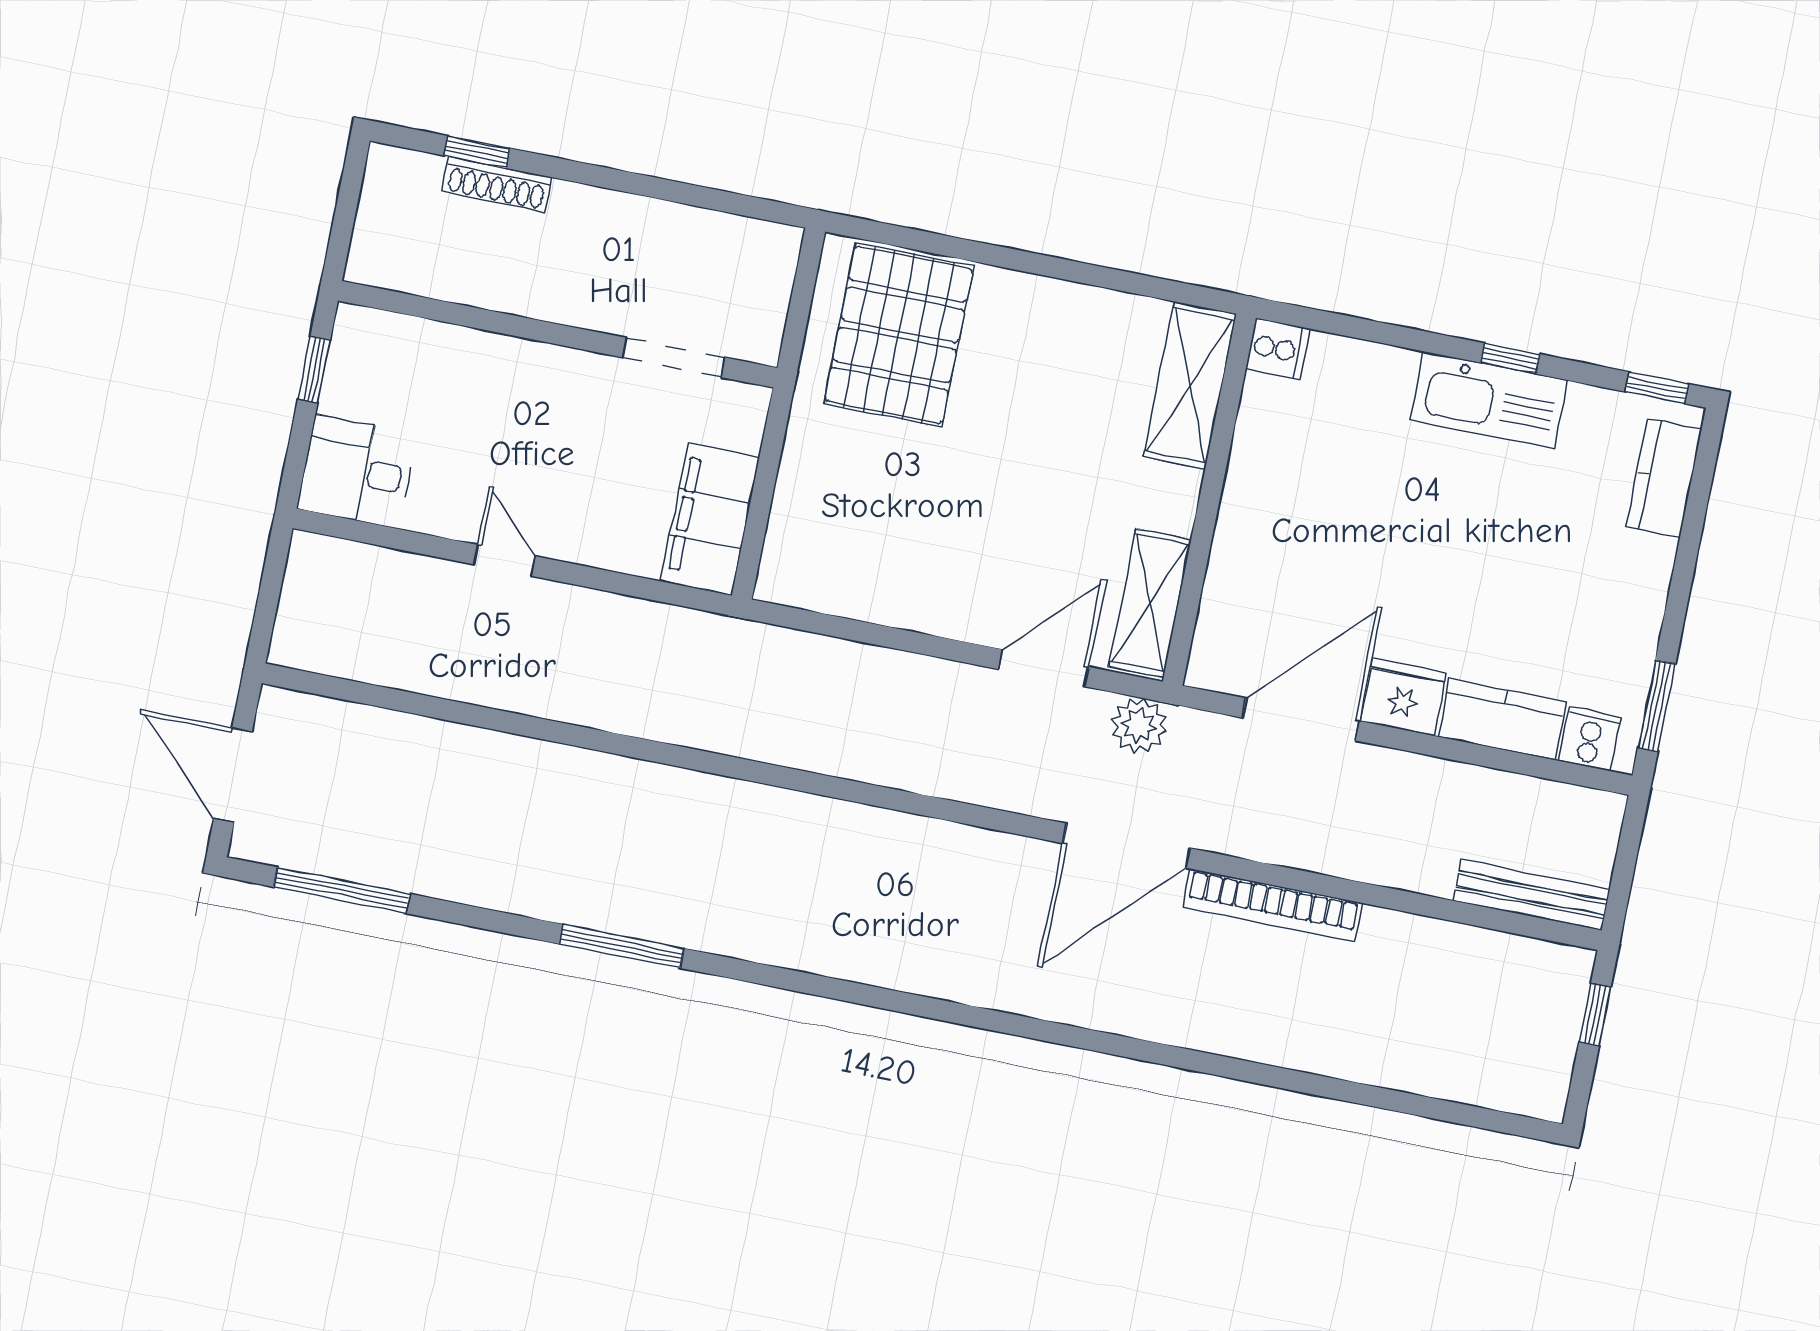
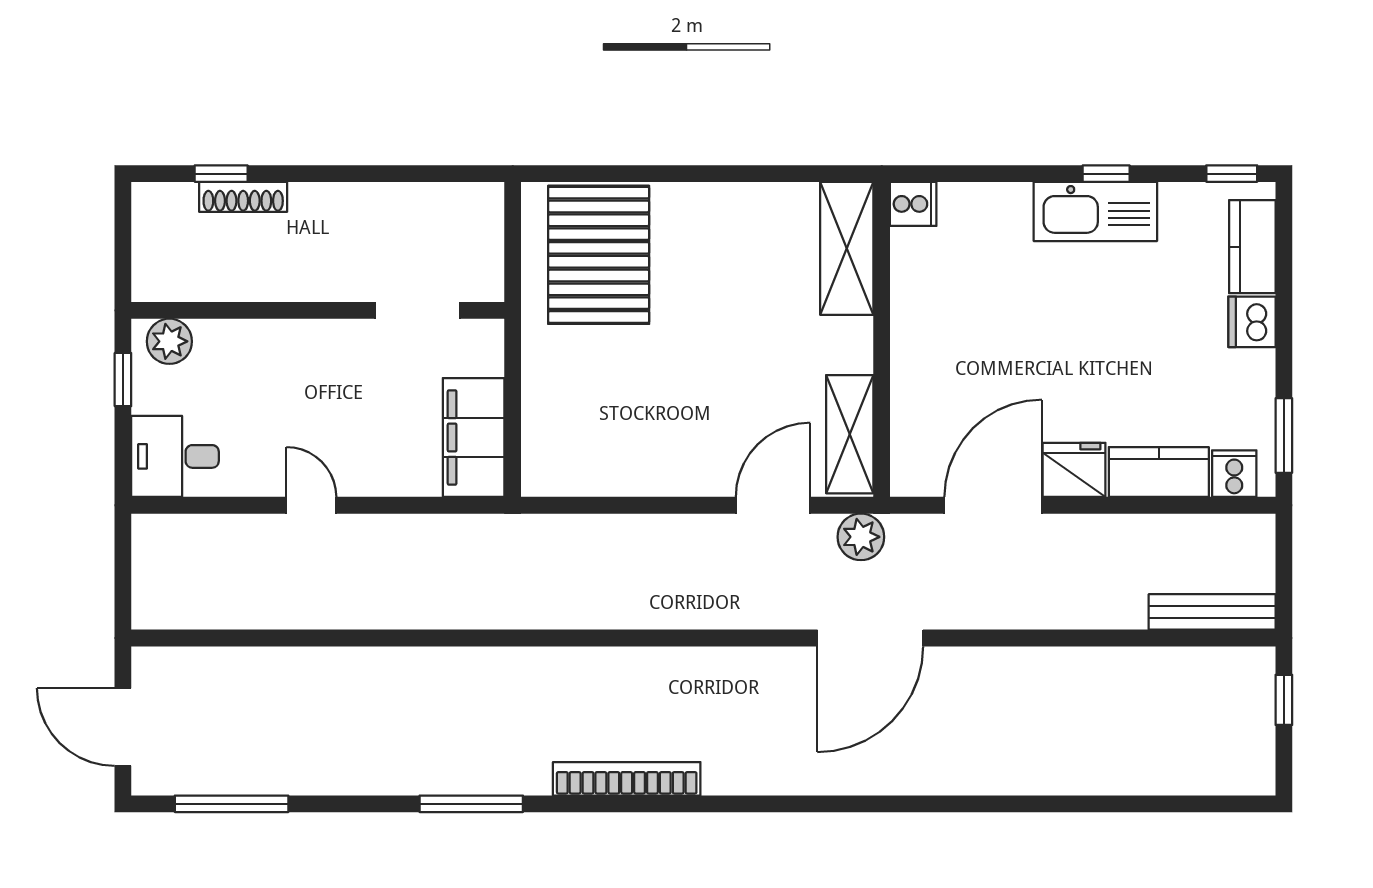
plant: (377, 336) -> (169, 341), added
dishwasher: (1646, 566) -> (1252, 322), added
bookcase: (1273, 905) -> (627, 779), moved, turned 180

